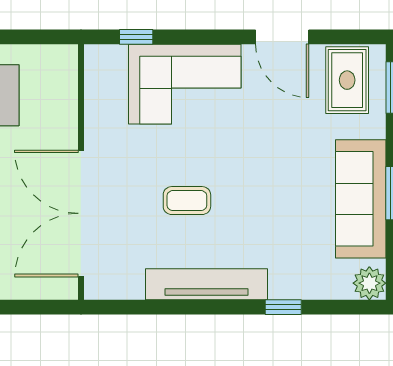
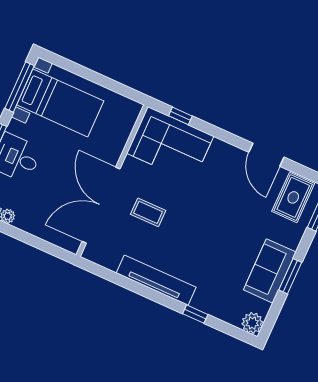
corner sofa: (185, 84) -> (170, 145), moved
sofa: (361, 199) -> (270, 271), width x0.73
coffee table: (187, 201) -> (148, 212), moved

